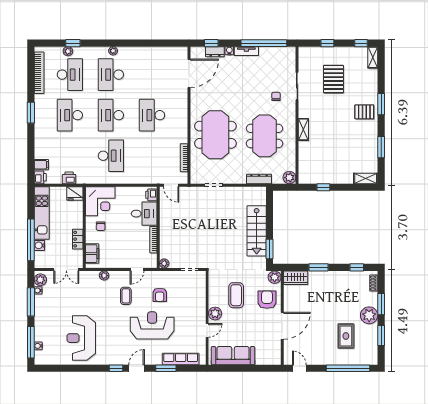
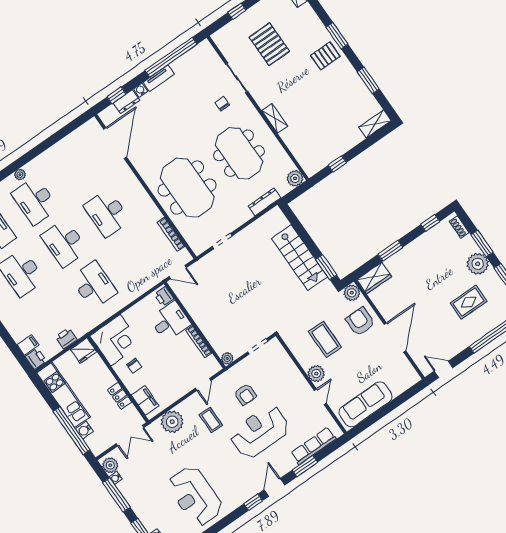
plant: (104, 276) -> (172, 422), width x1.88, depth x1.88
rug: (346, 336) -> (469, 302), turned 90

